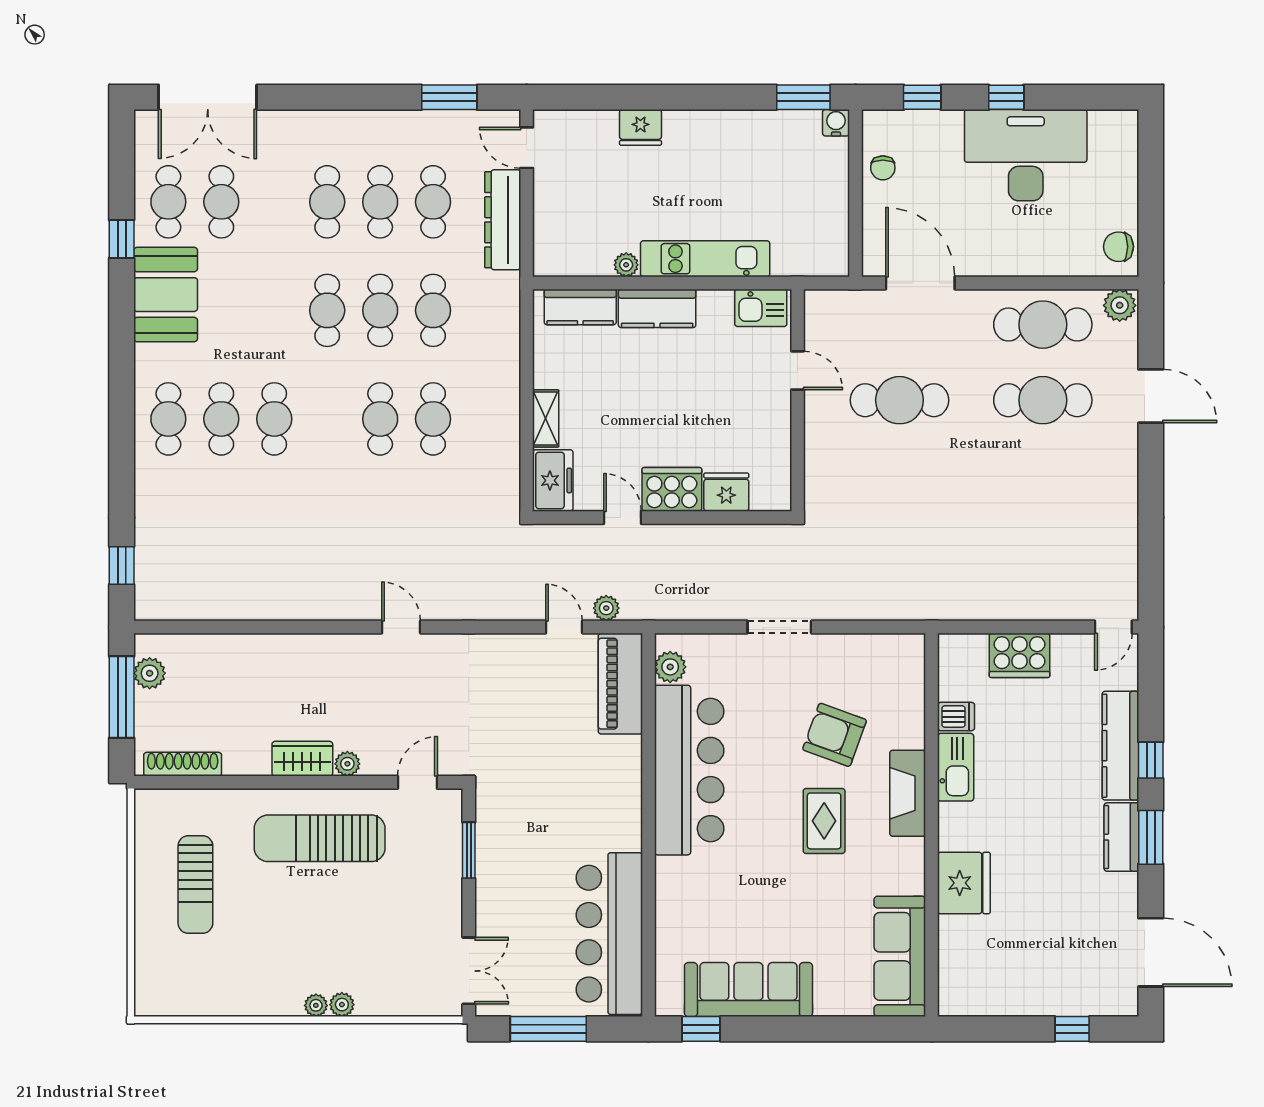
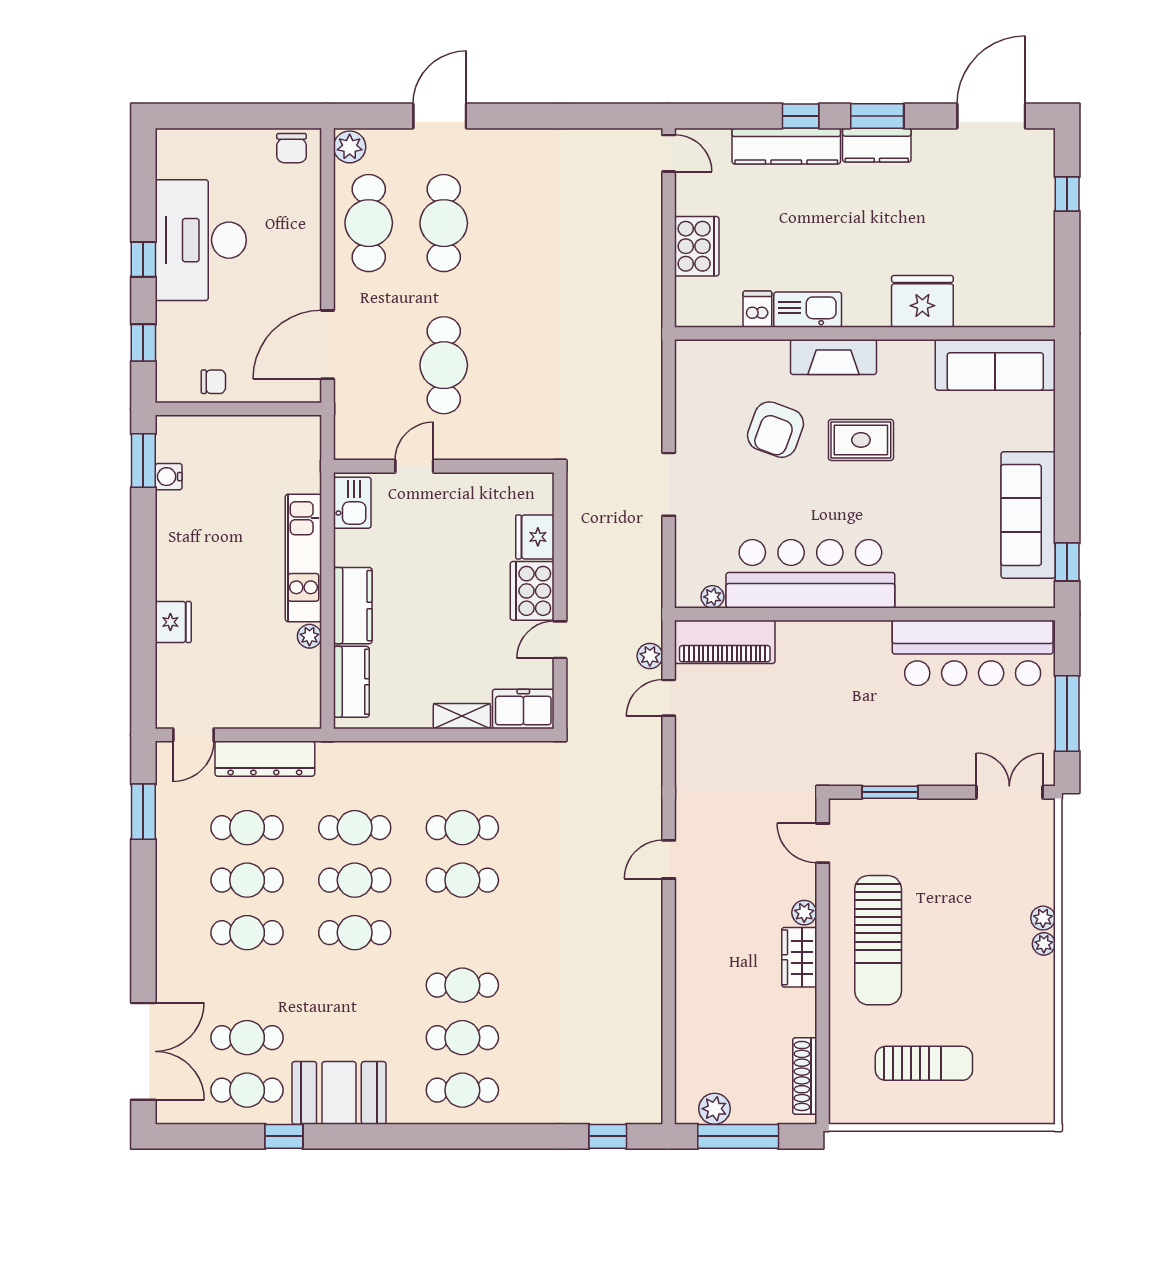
water cooler: (836, 123) -> (169, 477), moved
plant: (670, 667) -> (712, 597), width x0.73, depth x0.73

